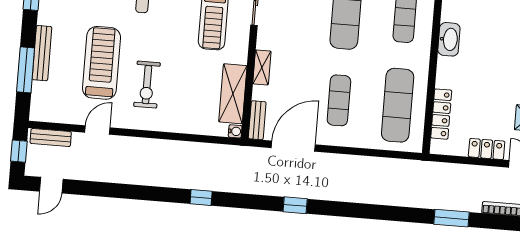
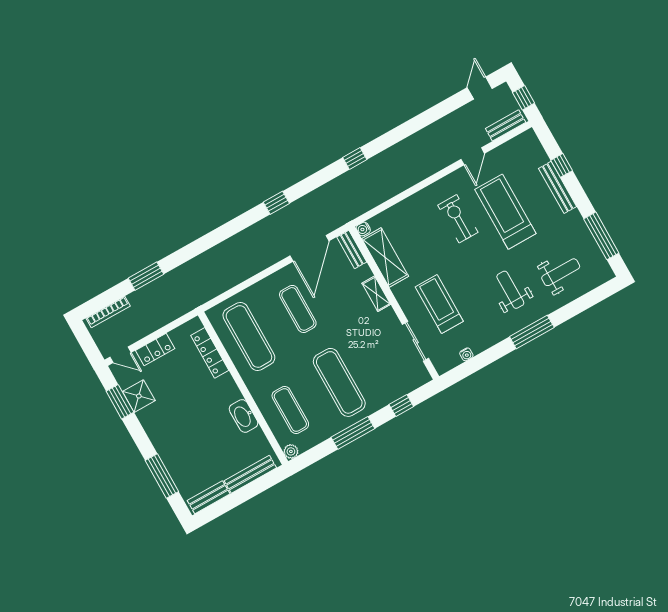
treadmill: (102, 63) -> (505, 212), turned 180
window: (26, 70) -> (562, 165), width x0.46

